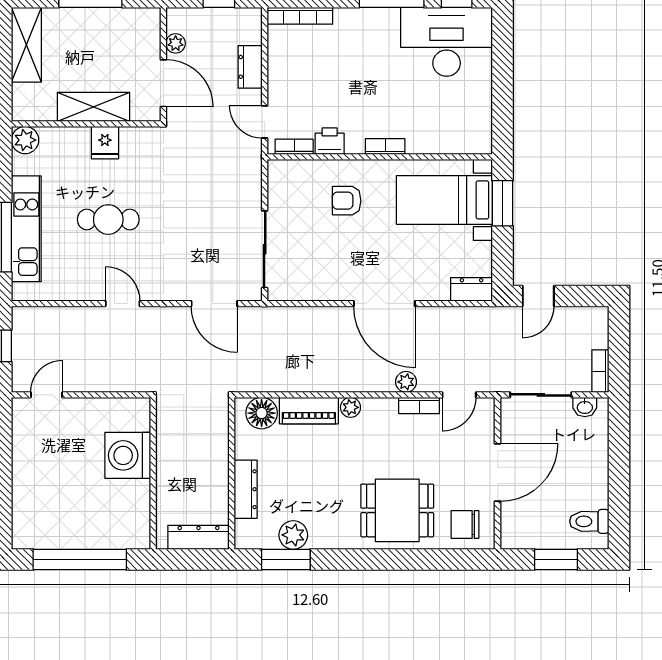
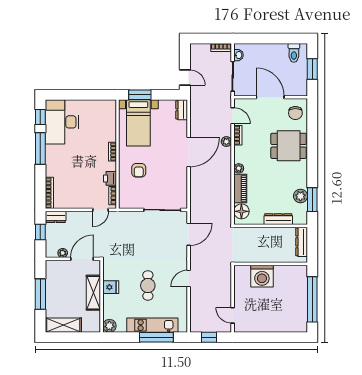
dresser: (250, 67) -> (56, 217), moved
dining table: (397, 510) -> (289, 146), turned 90

